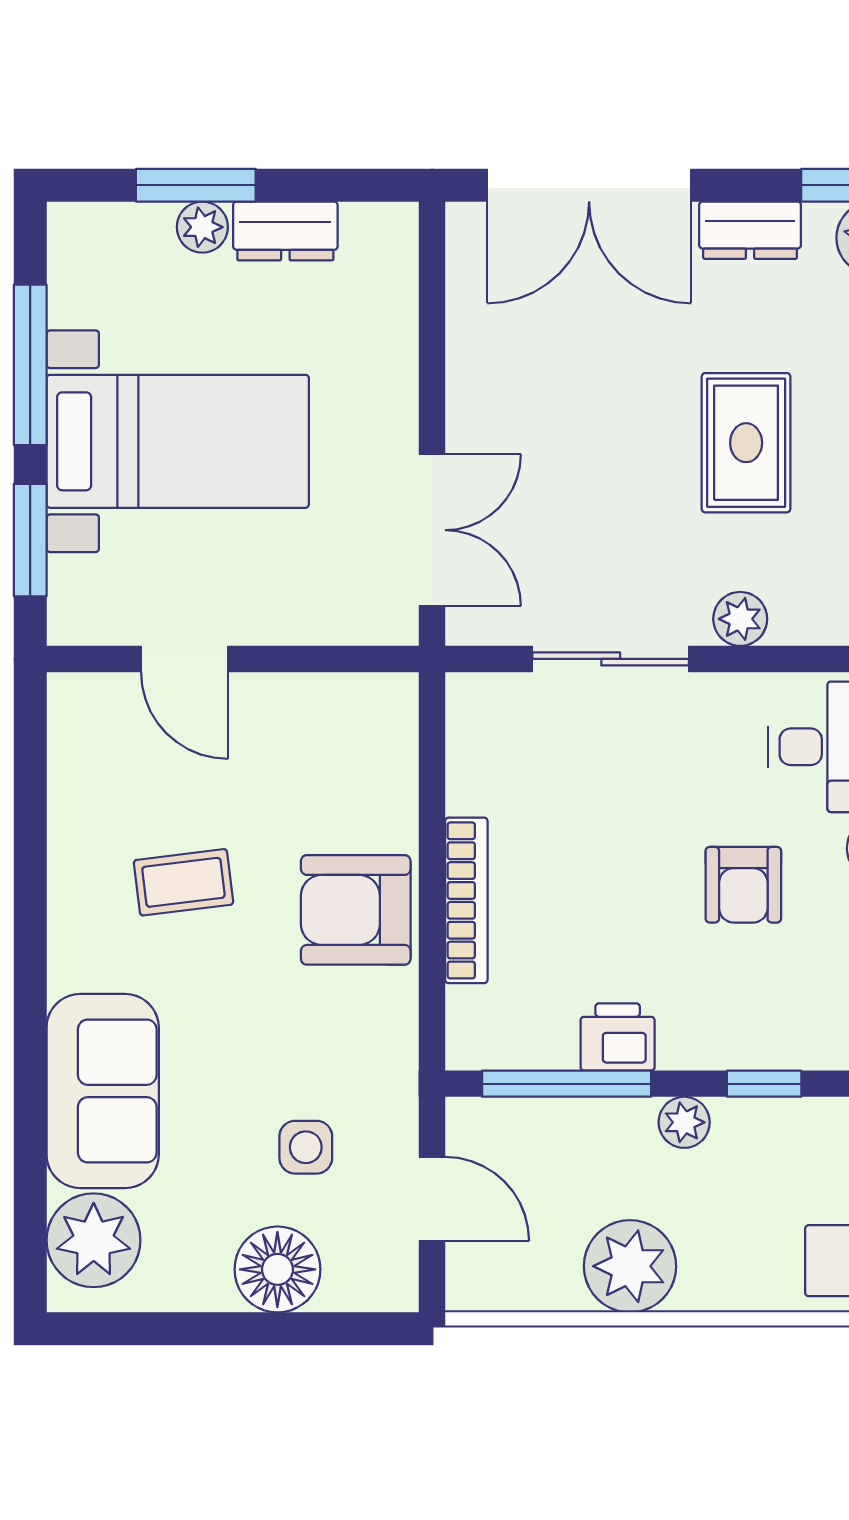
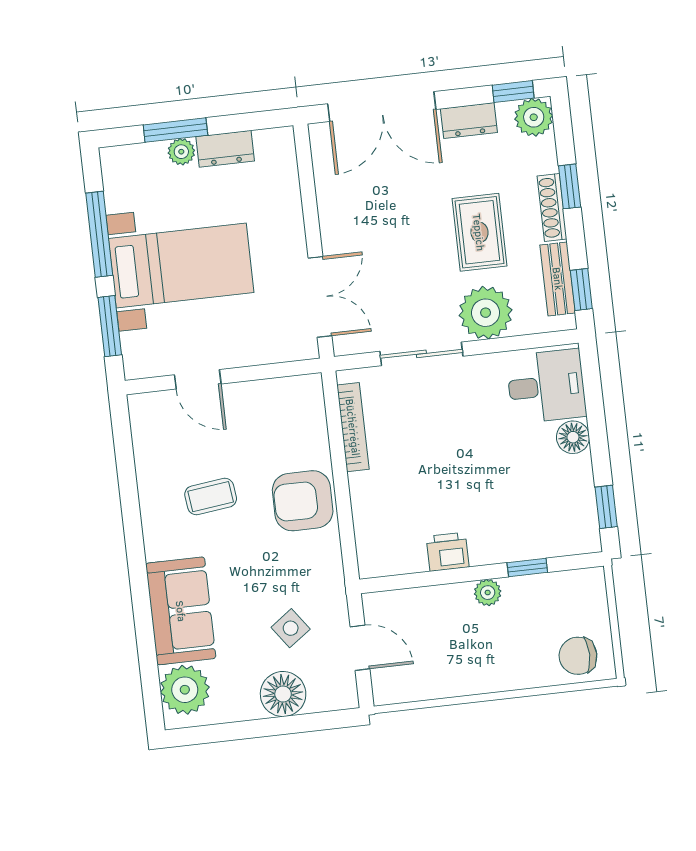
plant: (740, 619) -> (486, 313), width x1.87, depth x1.87
armchair: (743, 885) -> (504, 464), removed
bookcase: (466, 900) -> (353, 427), moved
window: (567, 1084) -> (424, 579), removed
side table: (306, 1147) -> (291, 628), turned -36
plant: (630, 1266) -> (468, 671), removed

